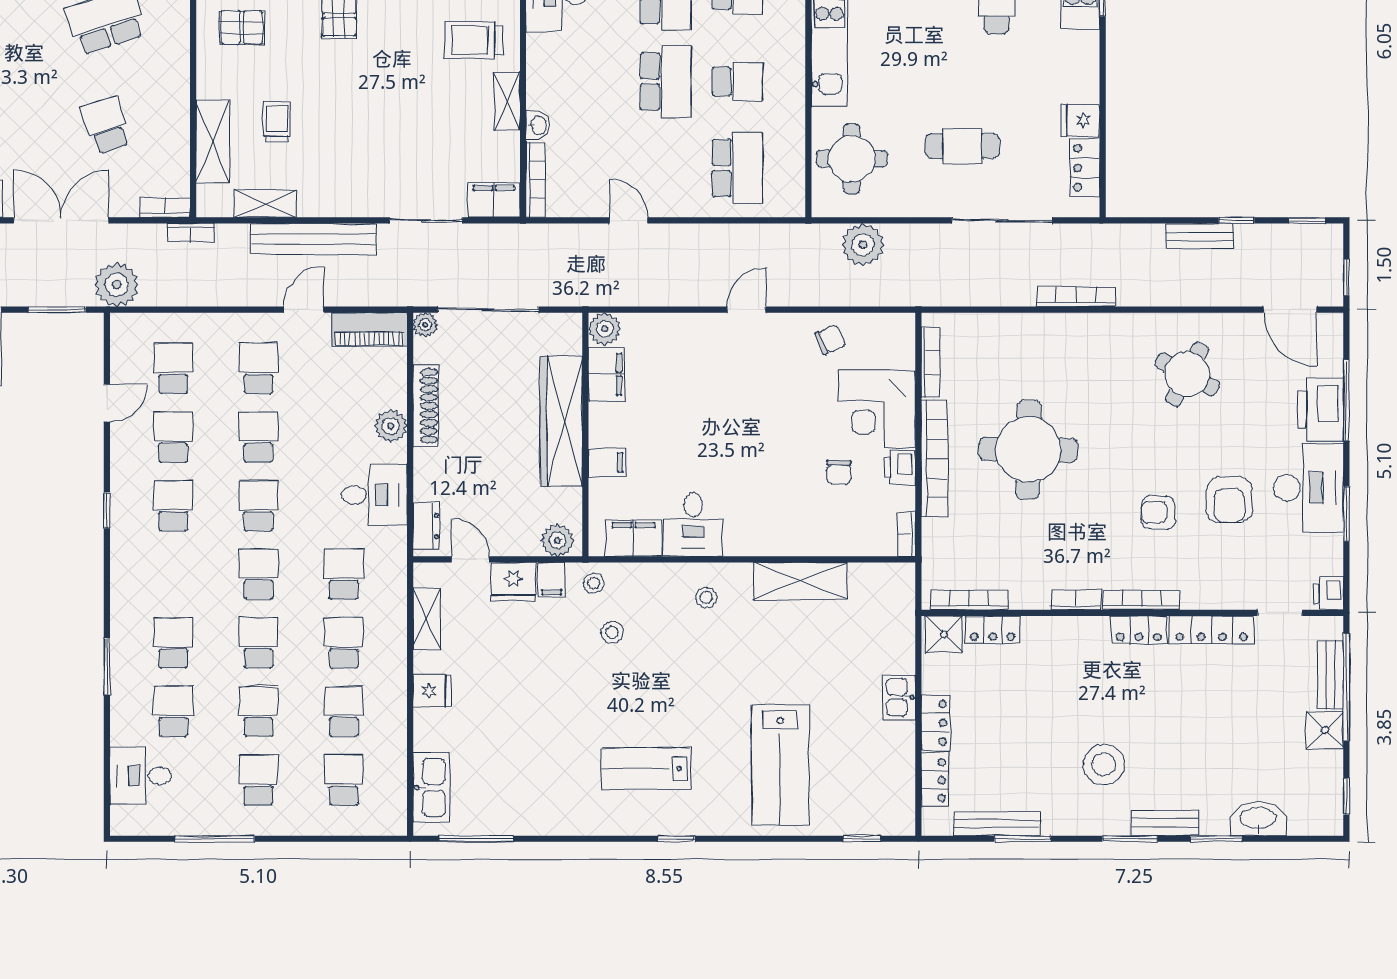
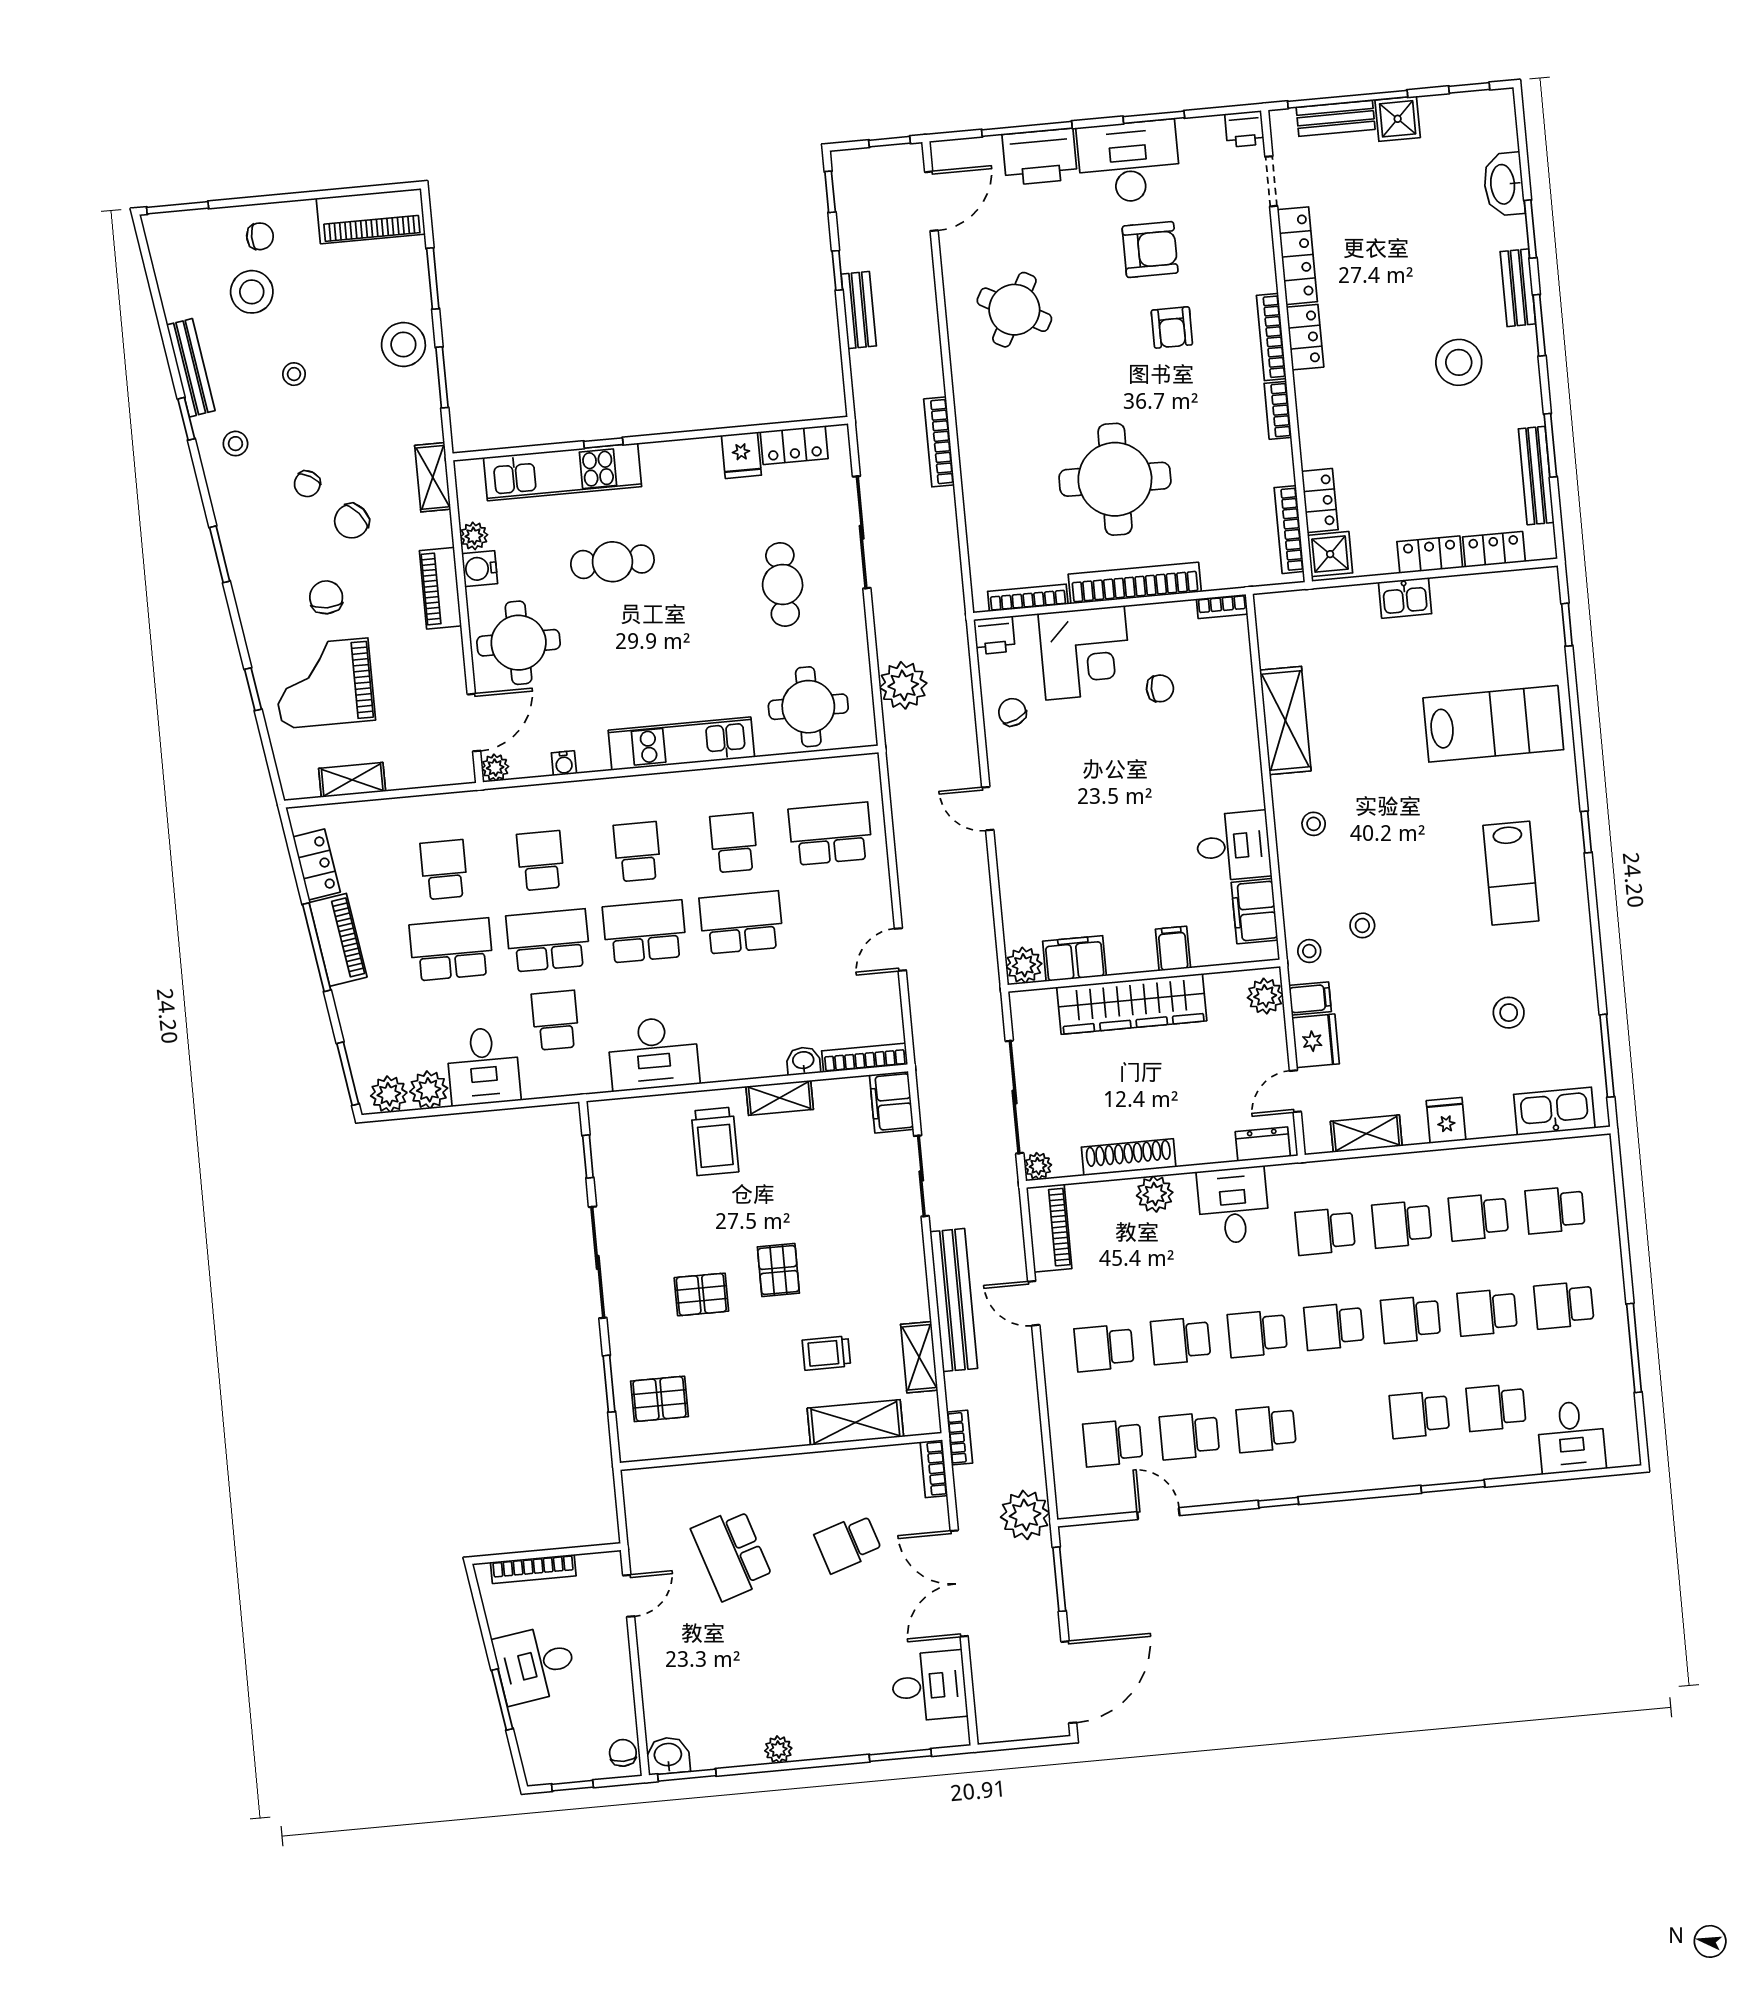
pallet: (242, 27) -> (778, 1270), moved
printer: (900, 467) -> (994, 635), moved
stool: (523, 755) -> (1509, 1013), added

